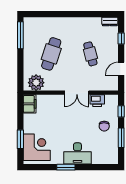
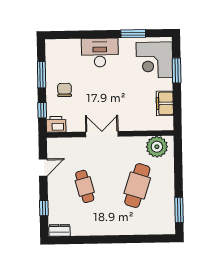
window: (20, 35) -> (179, 210), width x0.69
printer: (97, 101) -> (56, 124), moved
filing cabinet: (30, 104) -> (165, 103), moved
window: (66, 167) -> (133, 34), moved

